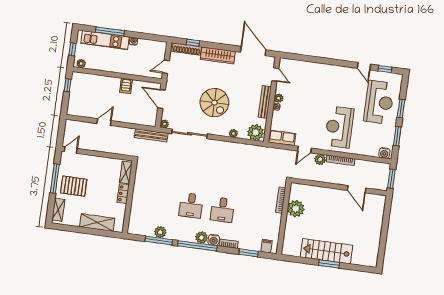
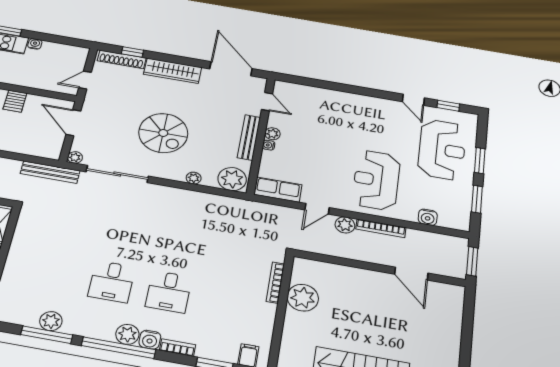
water cooler: (384, 153) -> (428, 217), moved

